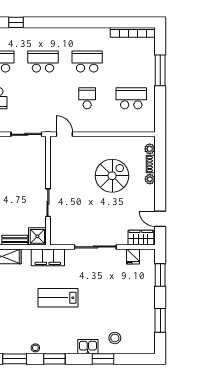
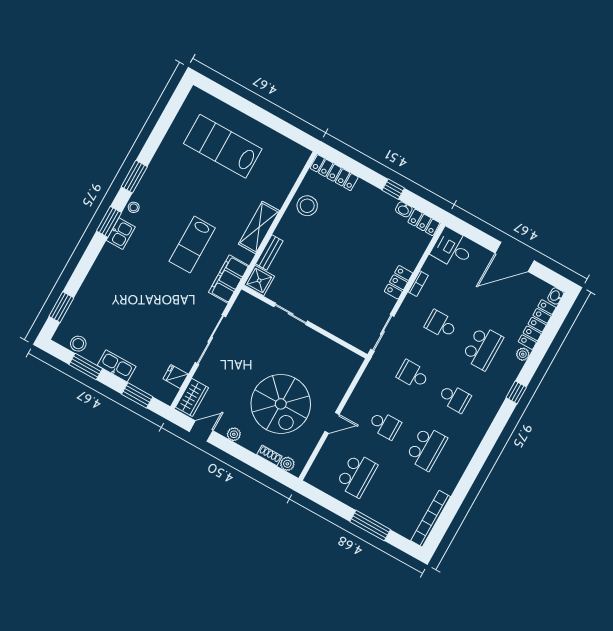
school desk: (43, 62) -> (454, 398), width x0.54
school desk: (43, 98) -> (413, 375), added
door: (64, 134) -> (332, 423), moved
spiral stairs: (112, 176) -> (281, 404), width x1.37, depth x1.37
plant: (150, 179) -> (234, 434), moved
lab bench: (58, 298) -> (192, 245), moved, turned 180
kitchen sink: (148, 300) -> (117, 366), added
stool: (115, 338) -> (78, 344), moved
kitchen sink: (88, 347) -> (121, 234), moved
window: (103, 359) -> (61, 307), moved

